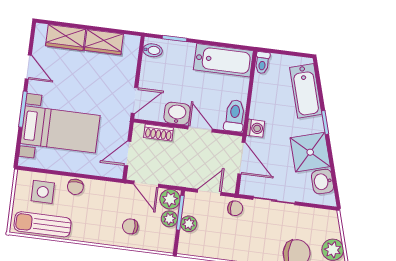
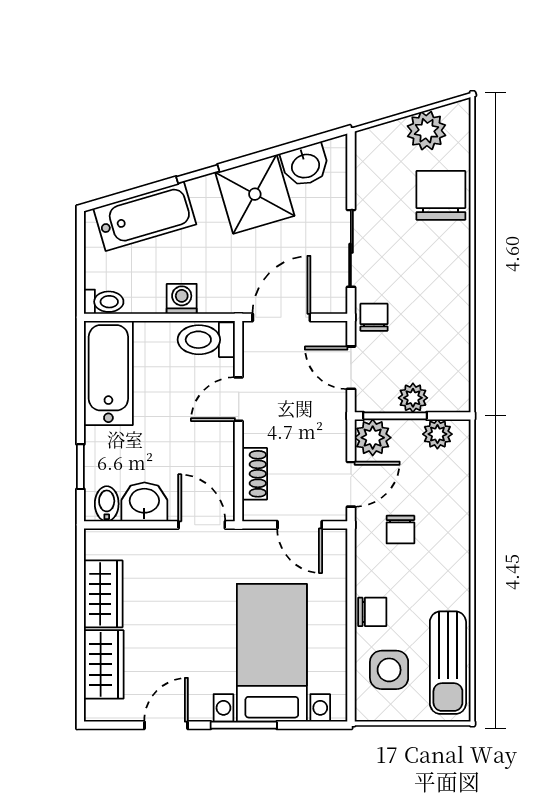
washbasin: (177, 113) -> (144, 502), moved, turned 90
washing machine: (256, 128) -> (182, 299), moved
plant: (169, 219) -> (437, 434), moved
chair: (130, 226) -> (400, 530), moved

